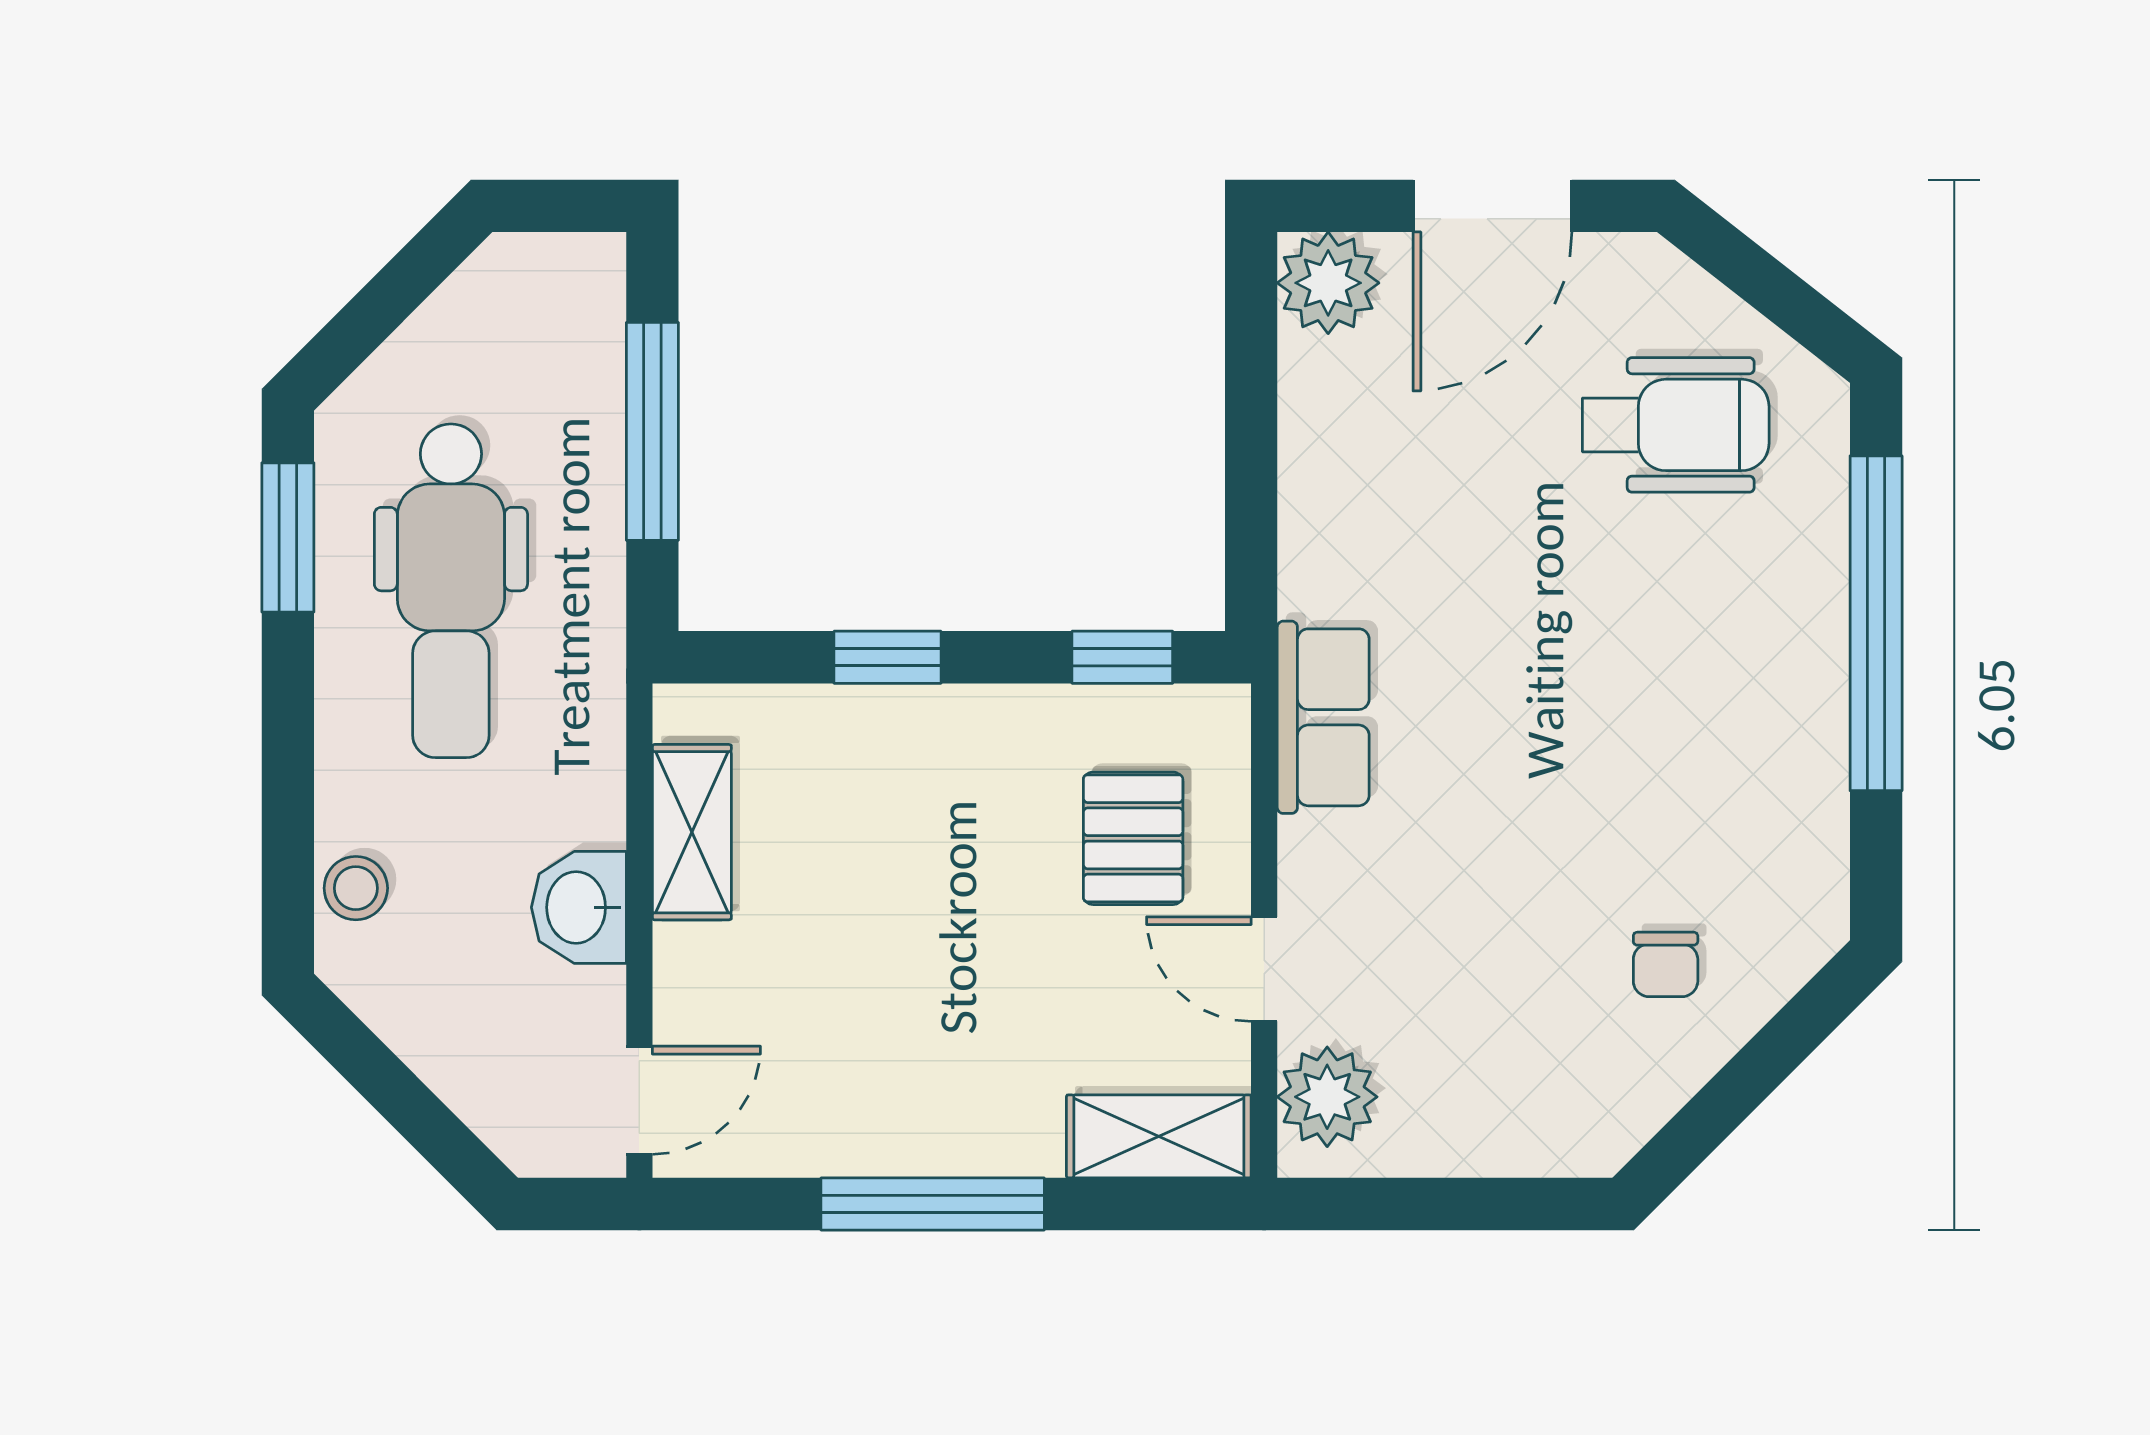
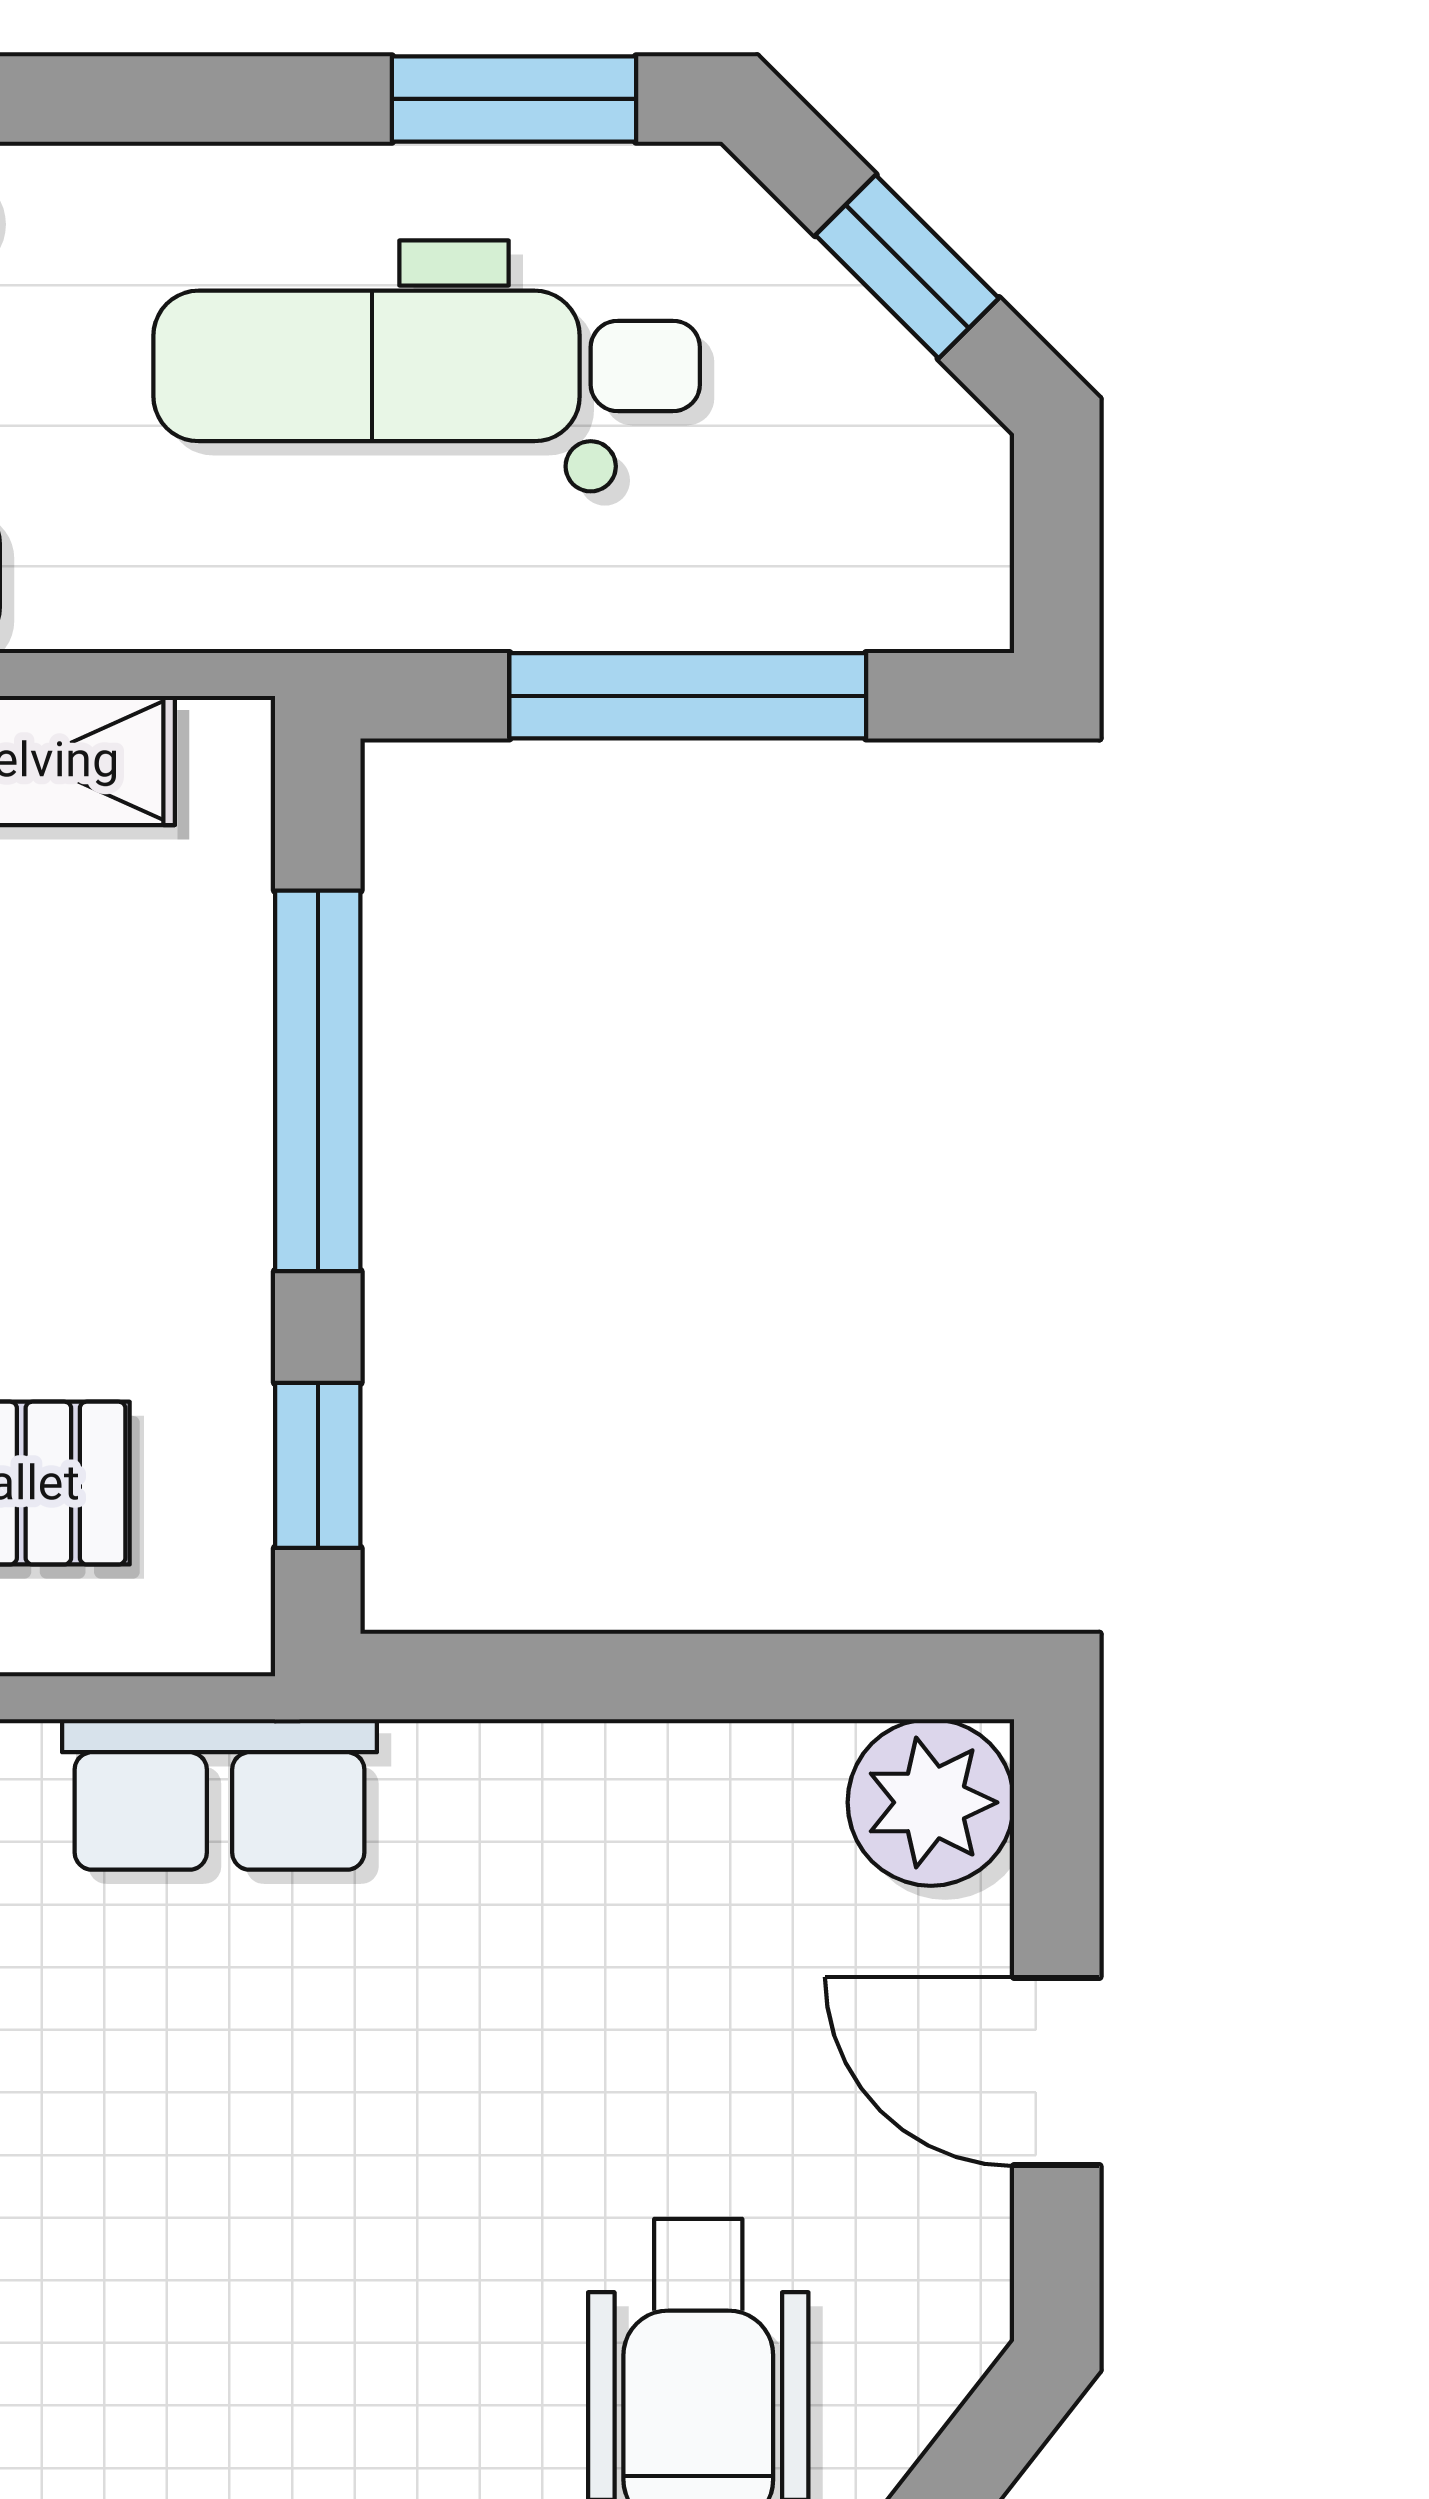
door: (1493, 206) -> (1057, 2072), width x0.73
window: (390, 297) -> (907, 267), added
window: (887, 657) -> (318, 1081), width x2.17

